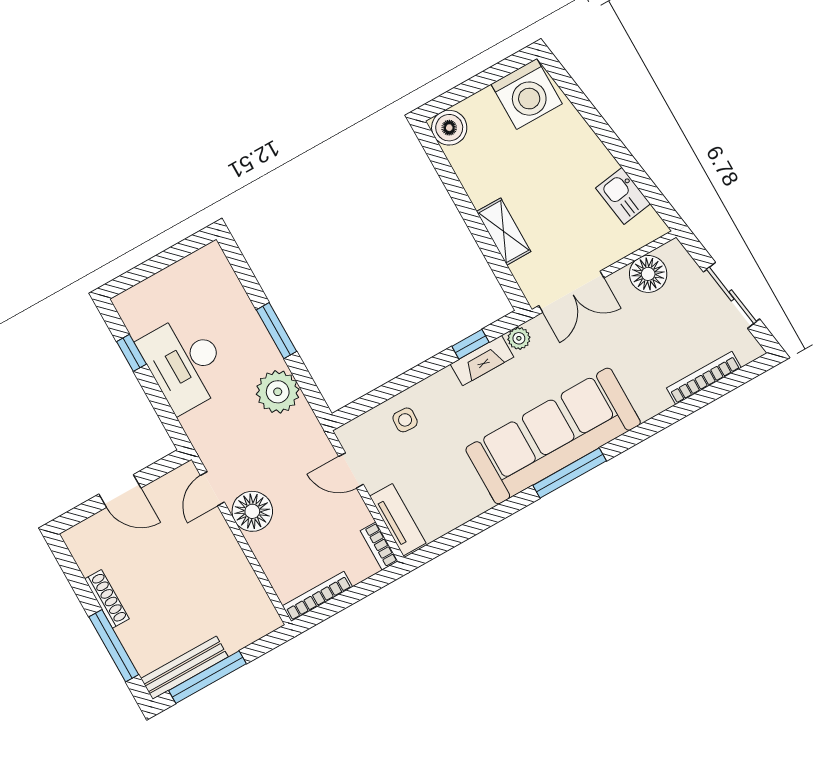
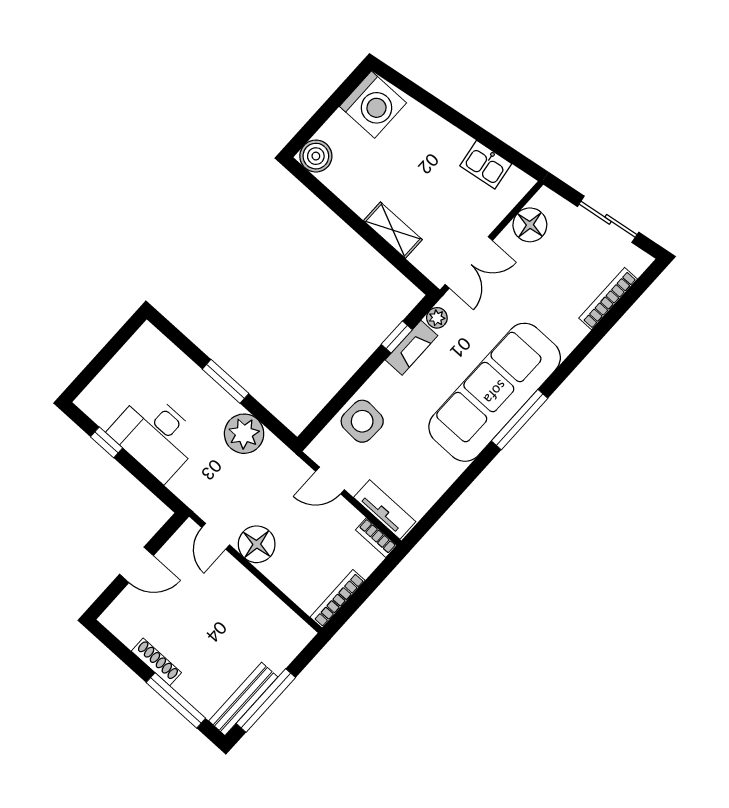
side table: (405, 420) -> (362, 421), width x1.87, depth x1.87

